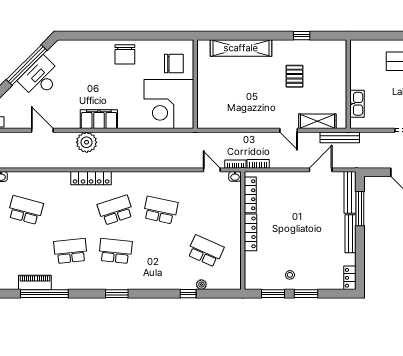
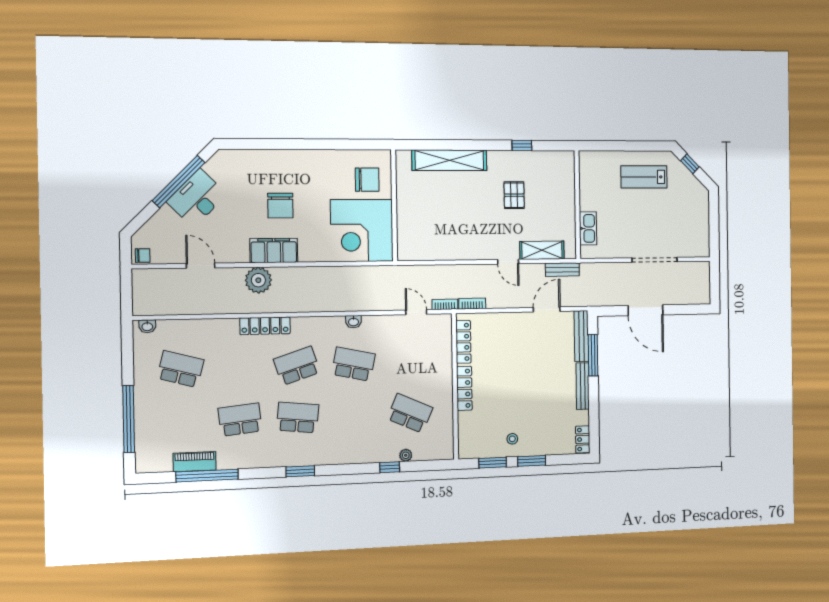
chair: (125, 54) -> (280, 206), moved
bench: (340, 137) -> (562, 270), width x0.73
washbasin: (235, 176) -> (353, 322), moved

